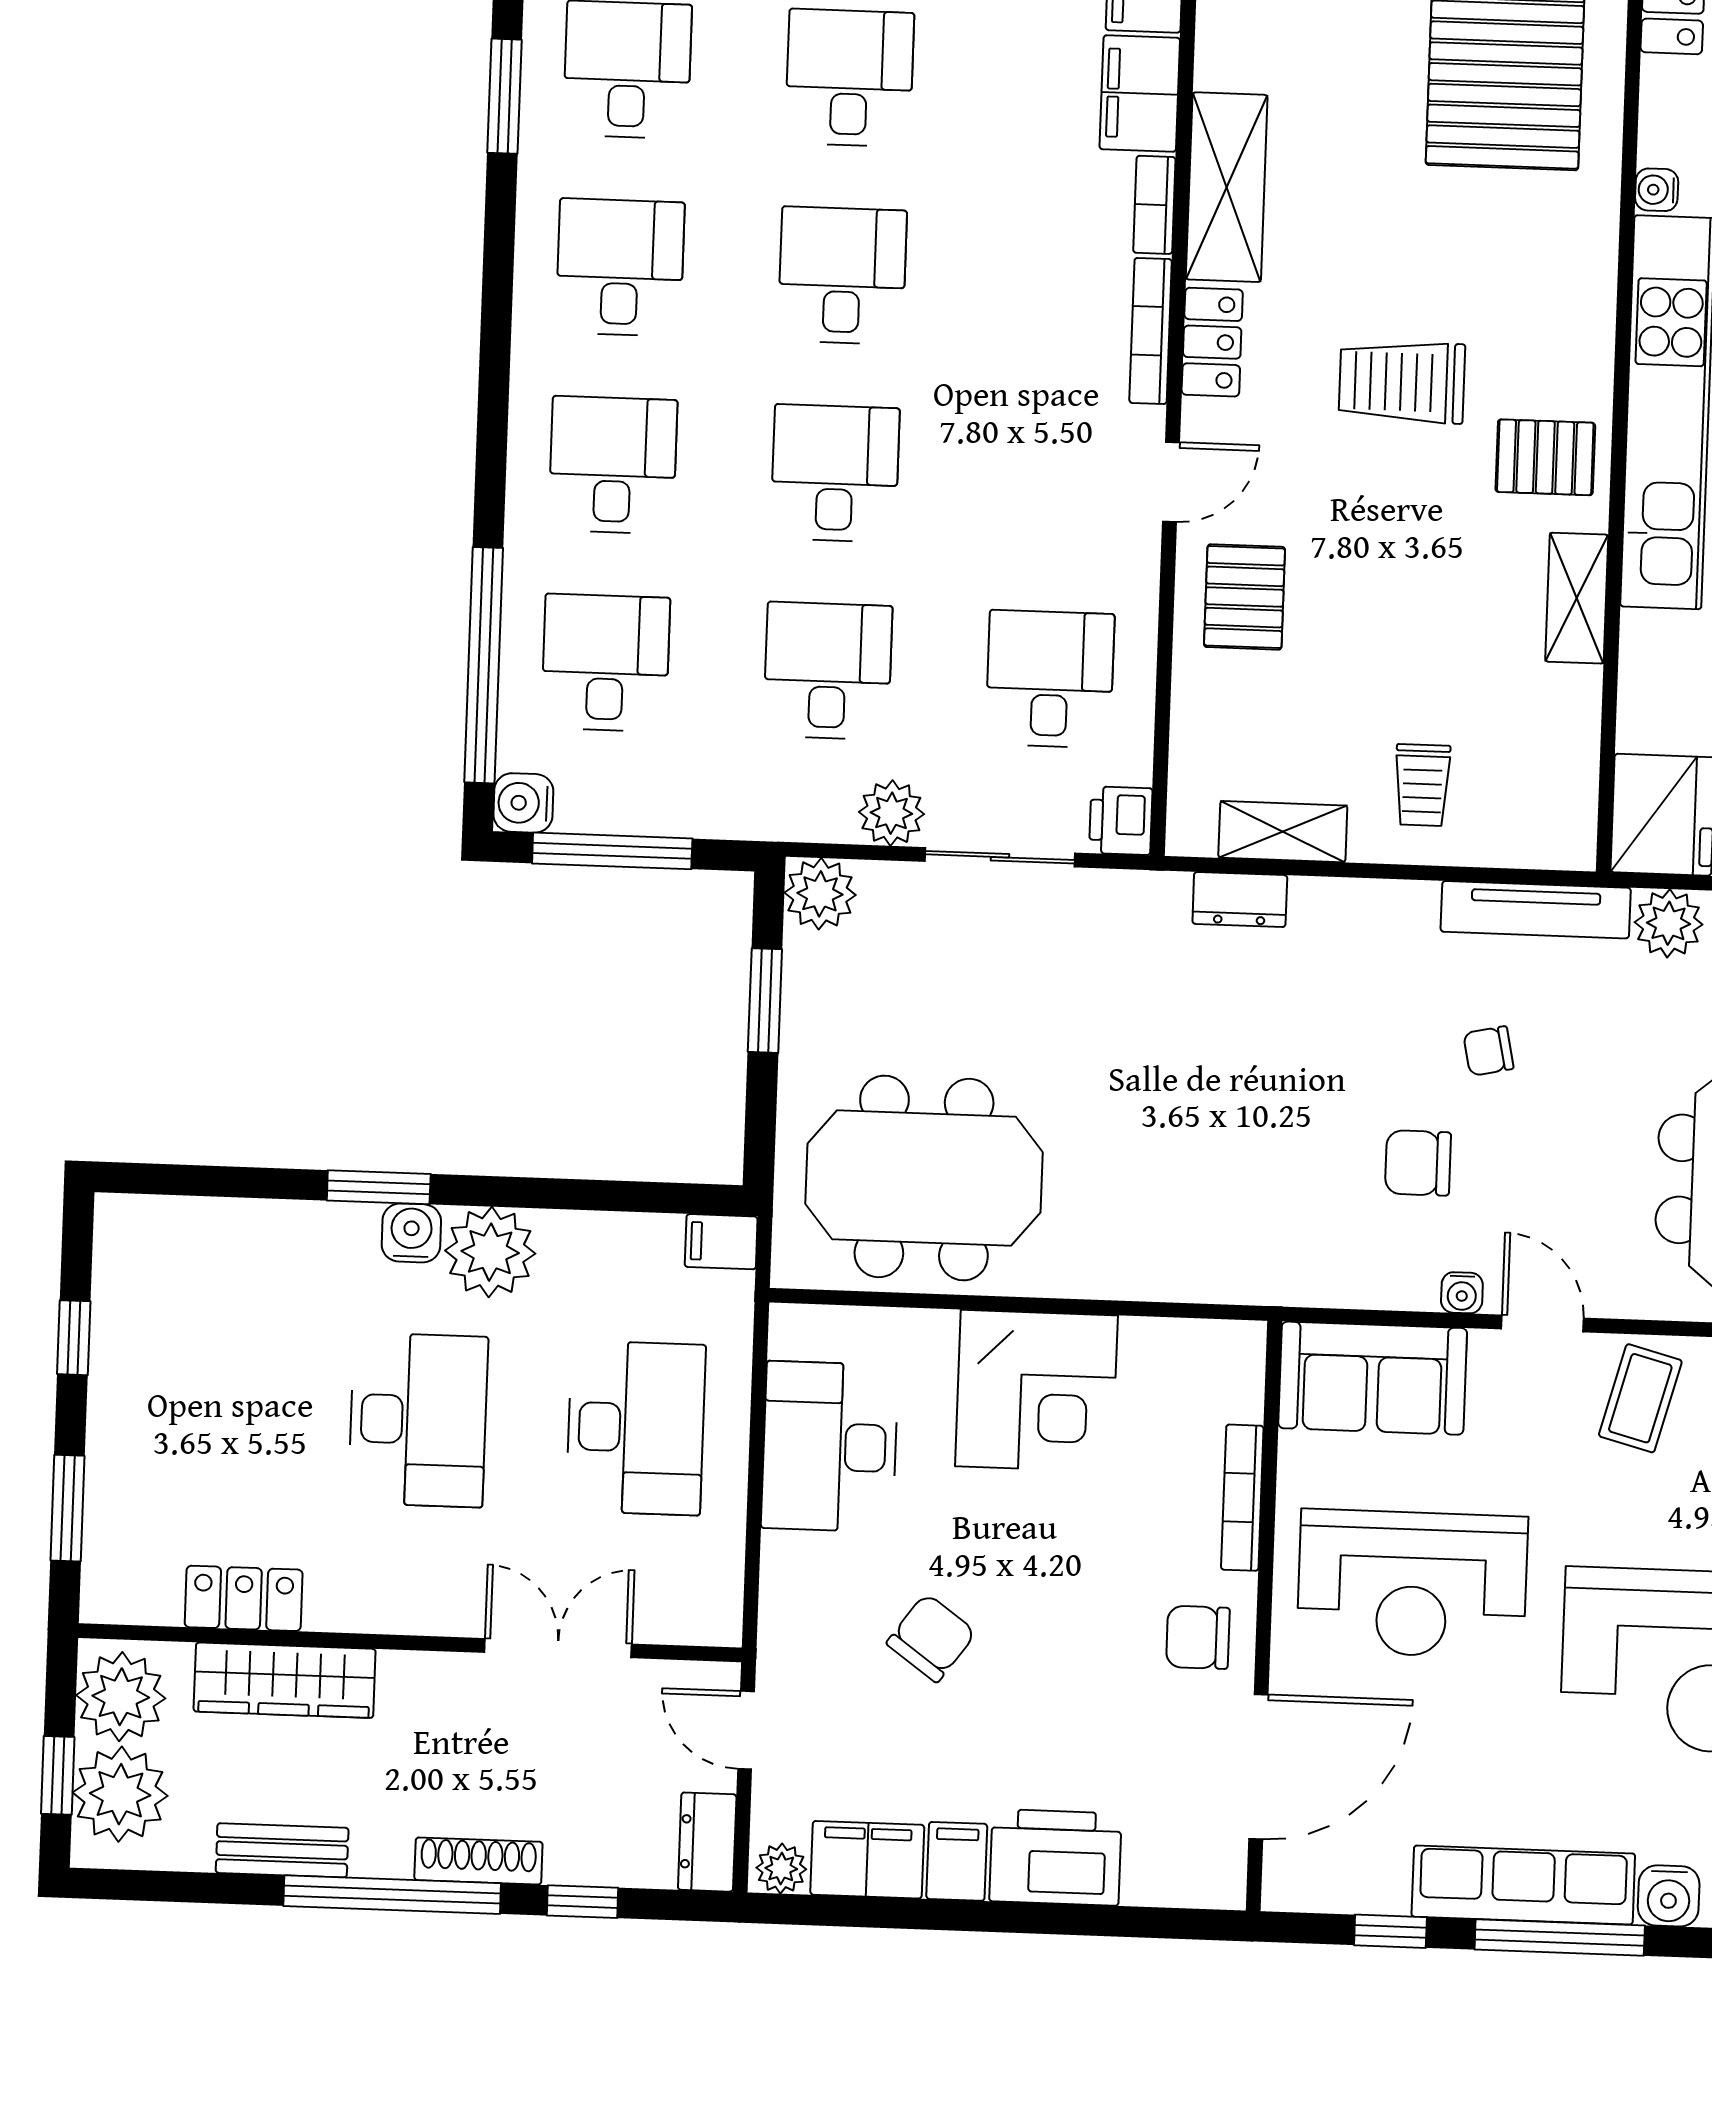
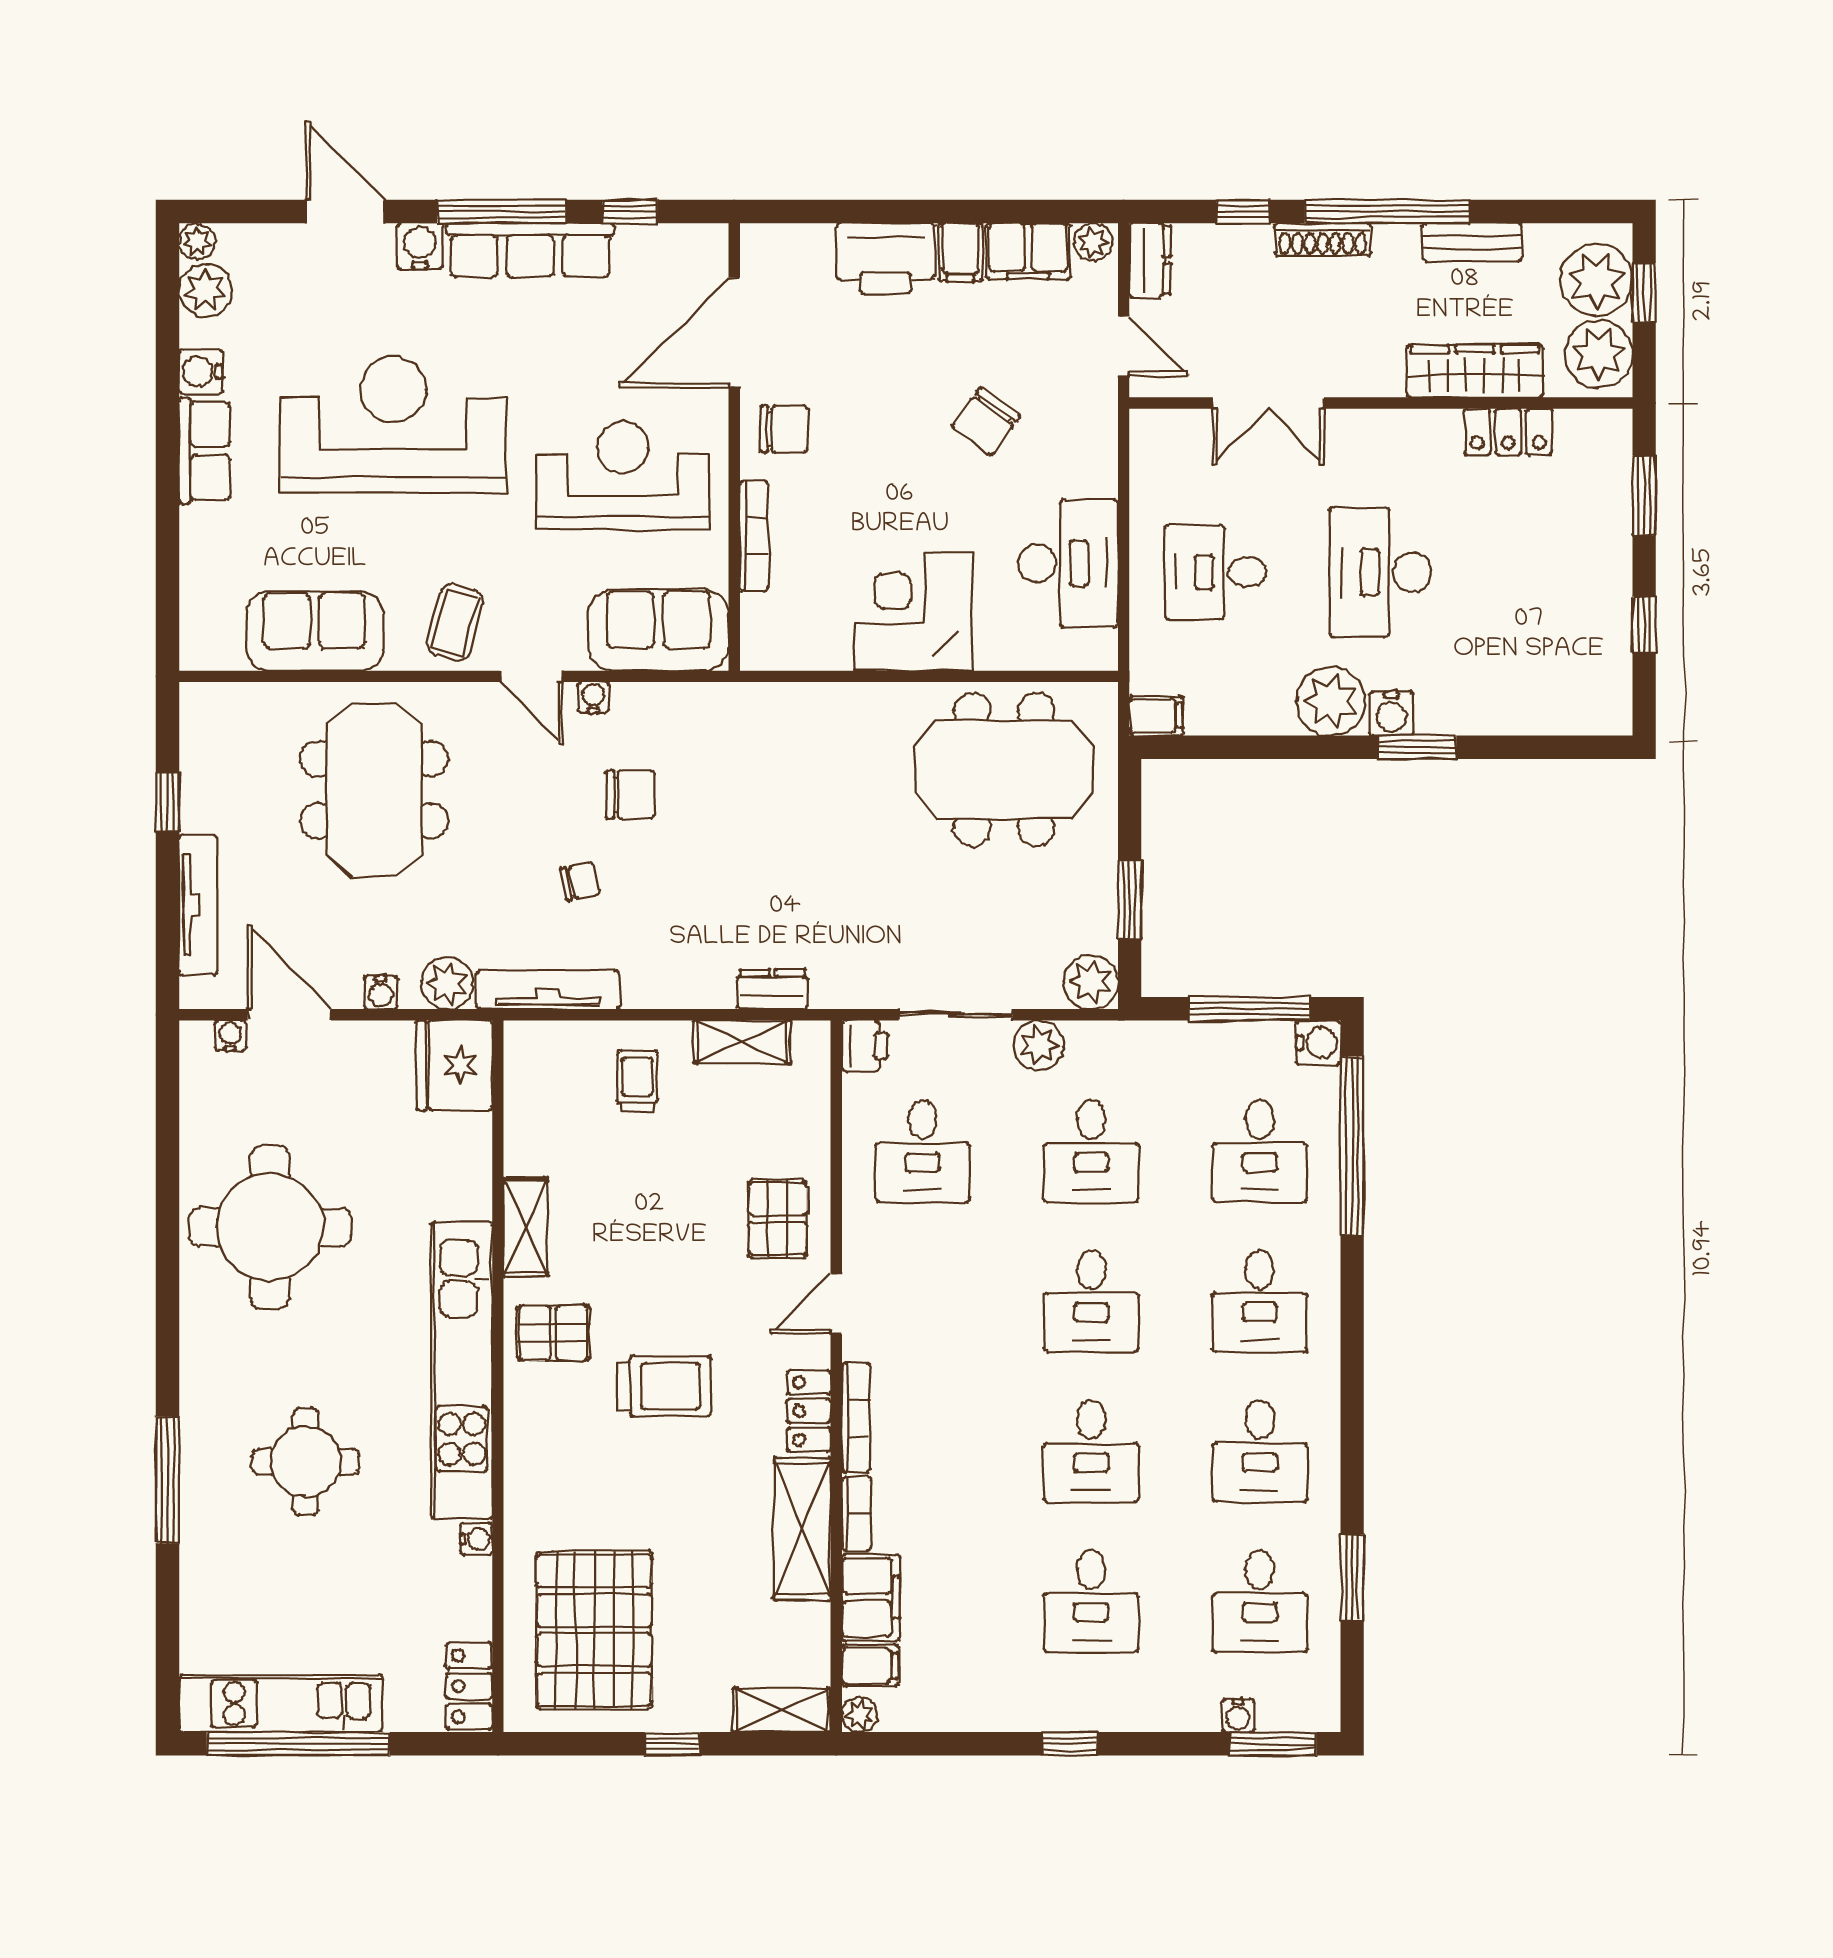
desk: (636, 1428) -> (1216, 572), width x0.73

